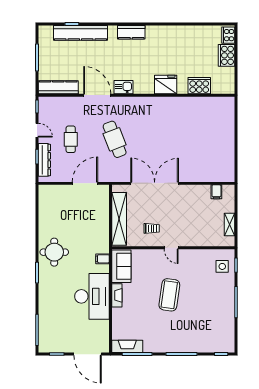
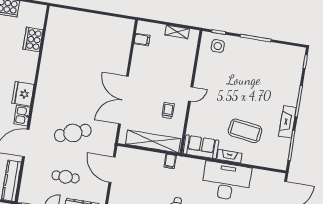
fridge: (166, 84) -> (23, 94), moved
filing cabinet: (103, 259) -> (170, 161), moved
coffee table: (169, 295) -> (245, 131), moved
fireplace: (127, 346) -> (287, 122), moved

